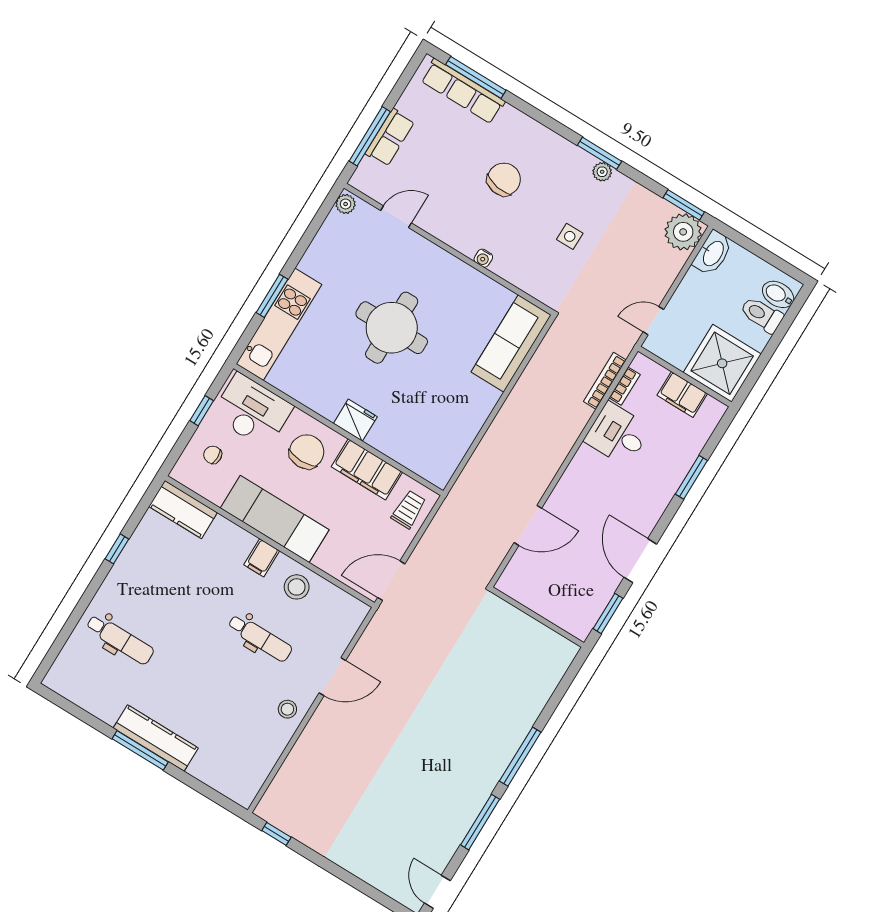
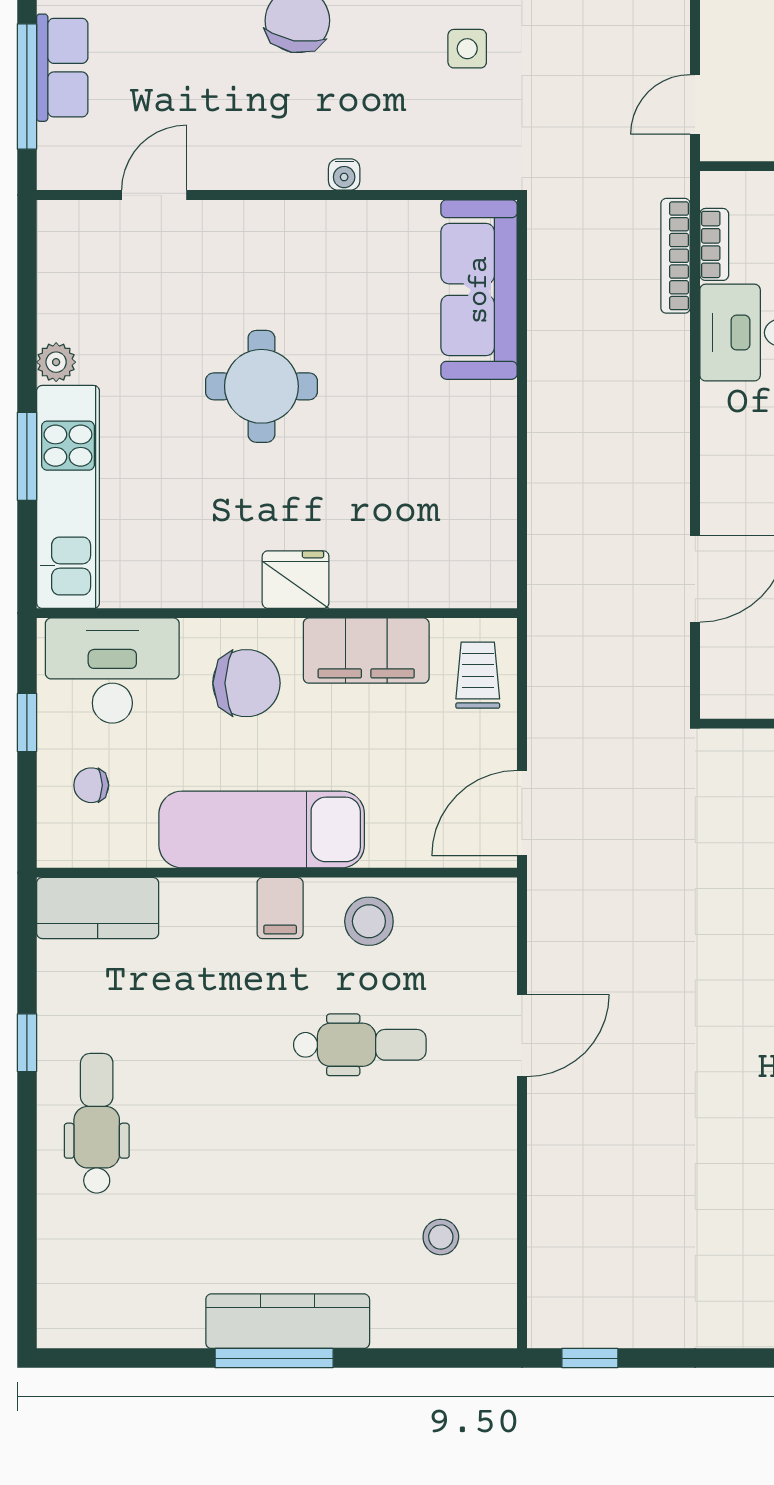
plant: (346, 204) -> (56, 362), moved
round table: (392, 328) -> (261, 386), width x0.73, depth x0.73
chair: (307, 452) -> (246, 683), turned 90
dental chair: (120, 639) -> (97, 1123), moved, turned -90
stool: (287, 709) -> (441, 1237), moved

